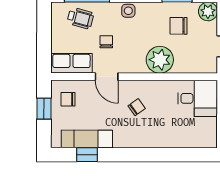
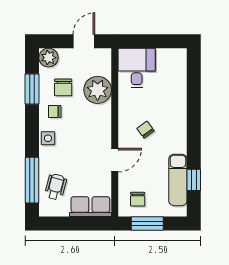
chair: (106, 42) -> (55, 111), moved
plant: (160, 60) -> (98, 90), moved
row of seats: (71, 63) -> (90, 207), moved, turned 90
window: (44, 109) -> (147, 224), width x1.50

